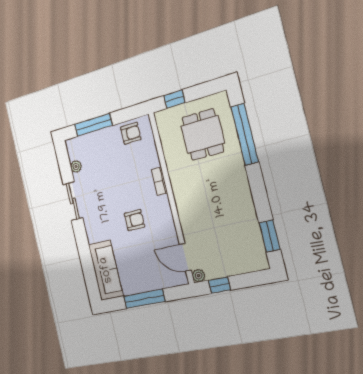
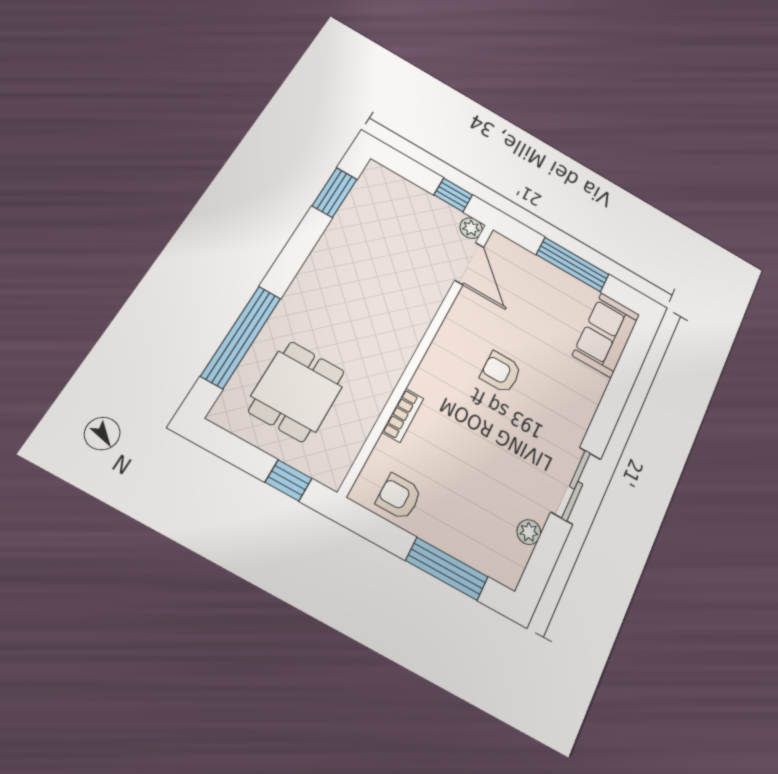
bookcase: (159, 181) -> (403, 415), moved
sofa: (106, 270) -> (606, 335), width x0.73

